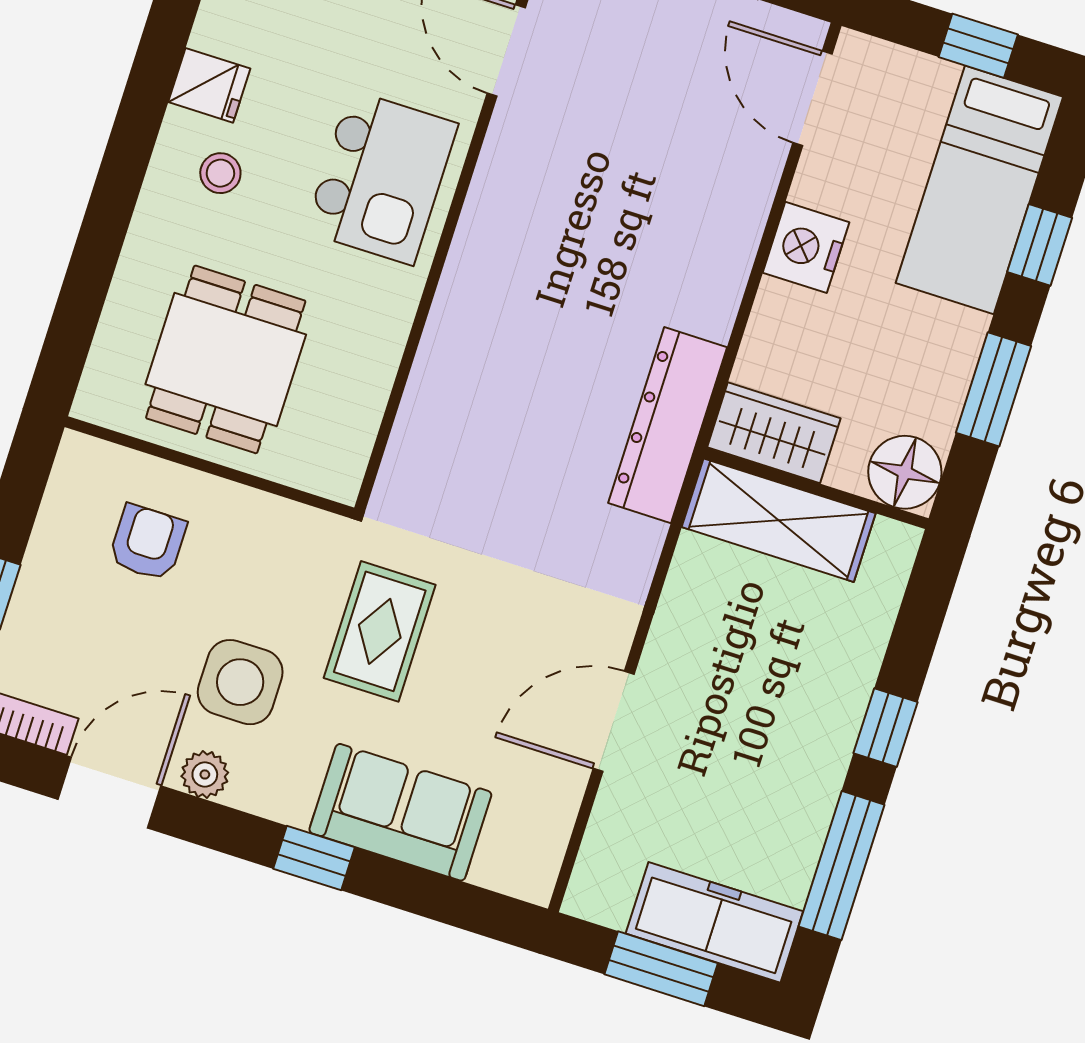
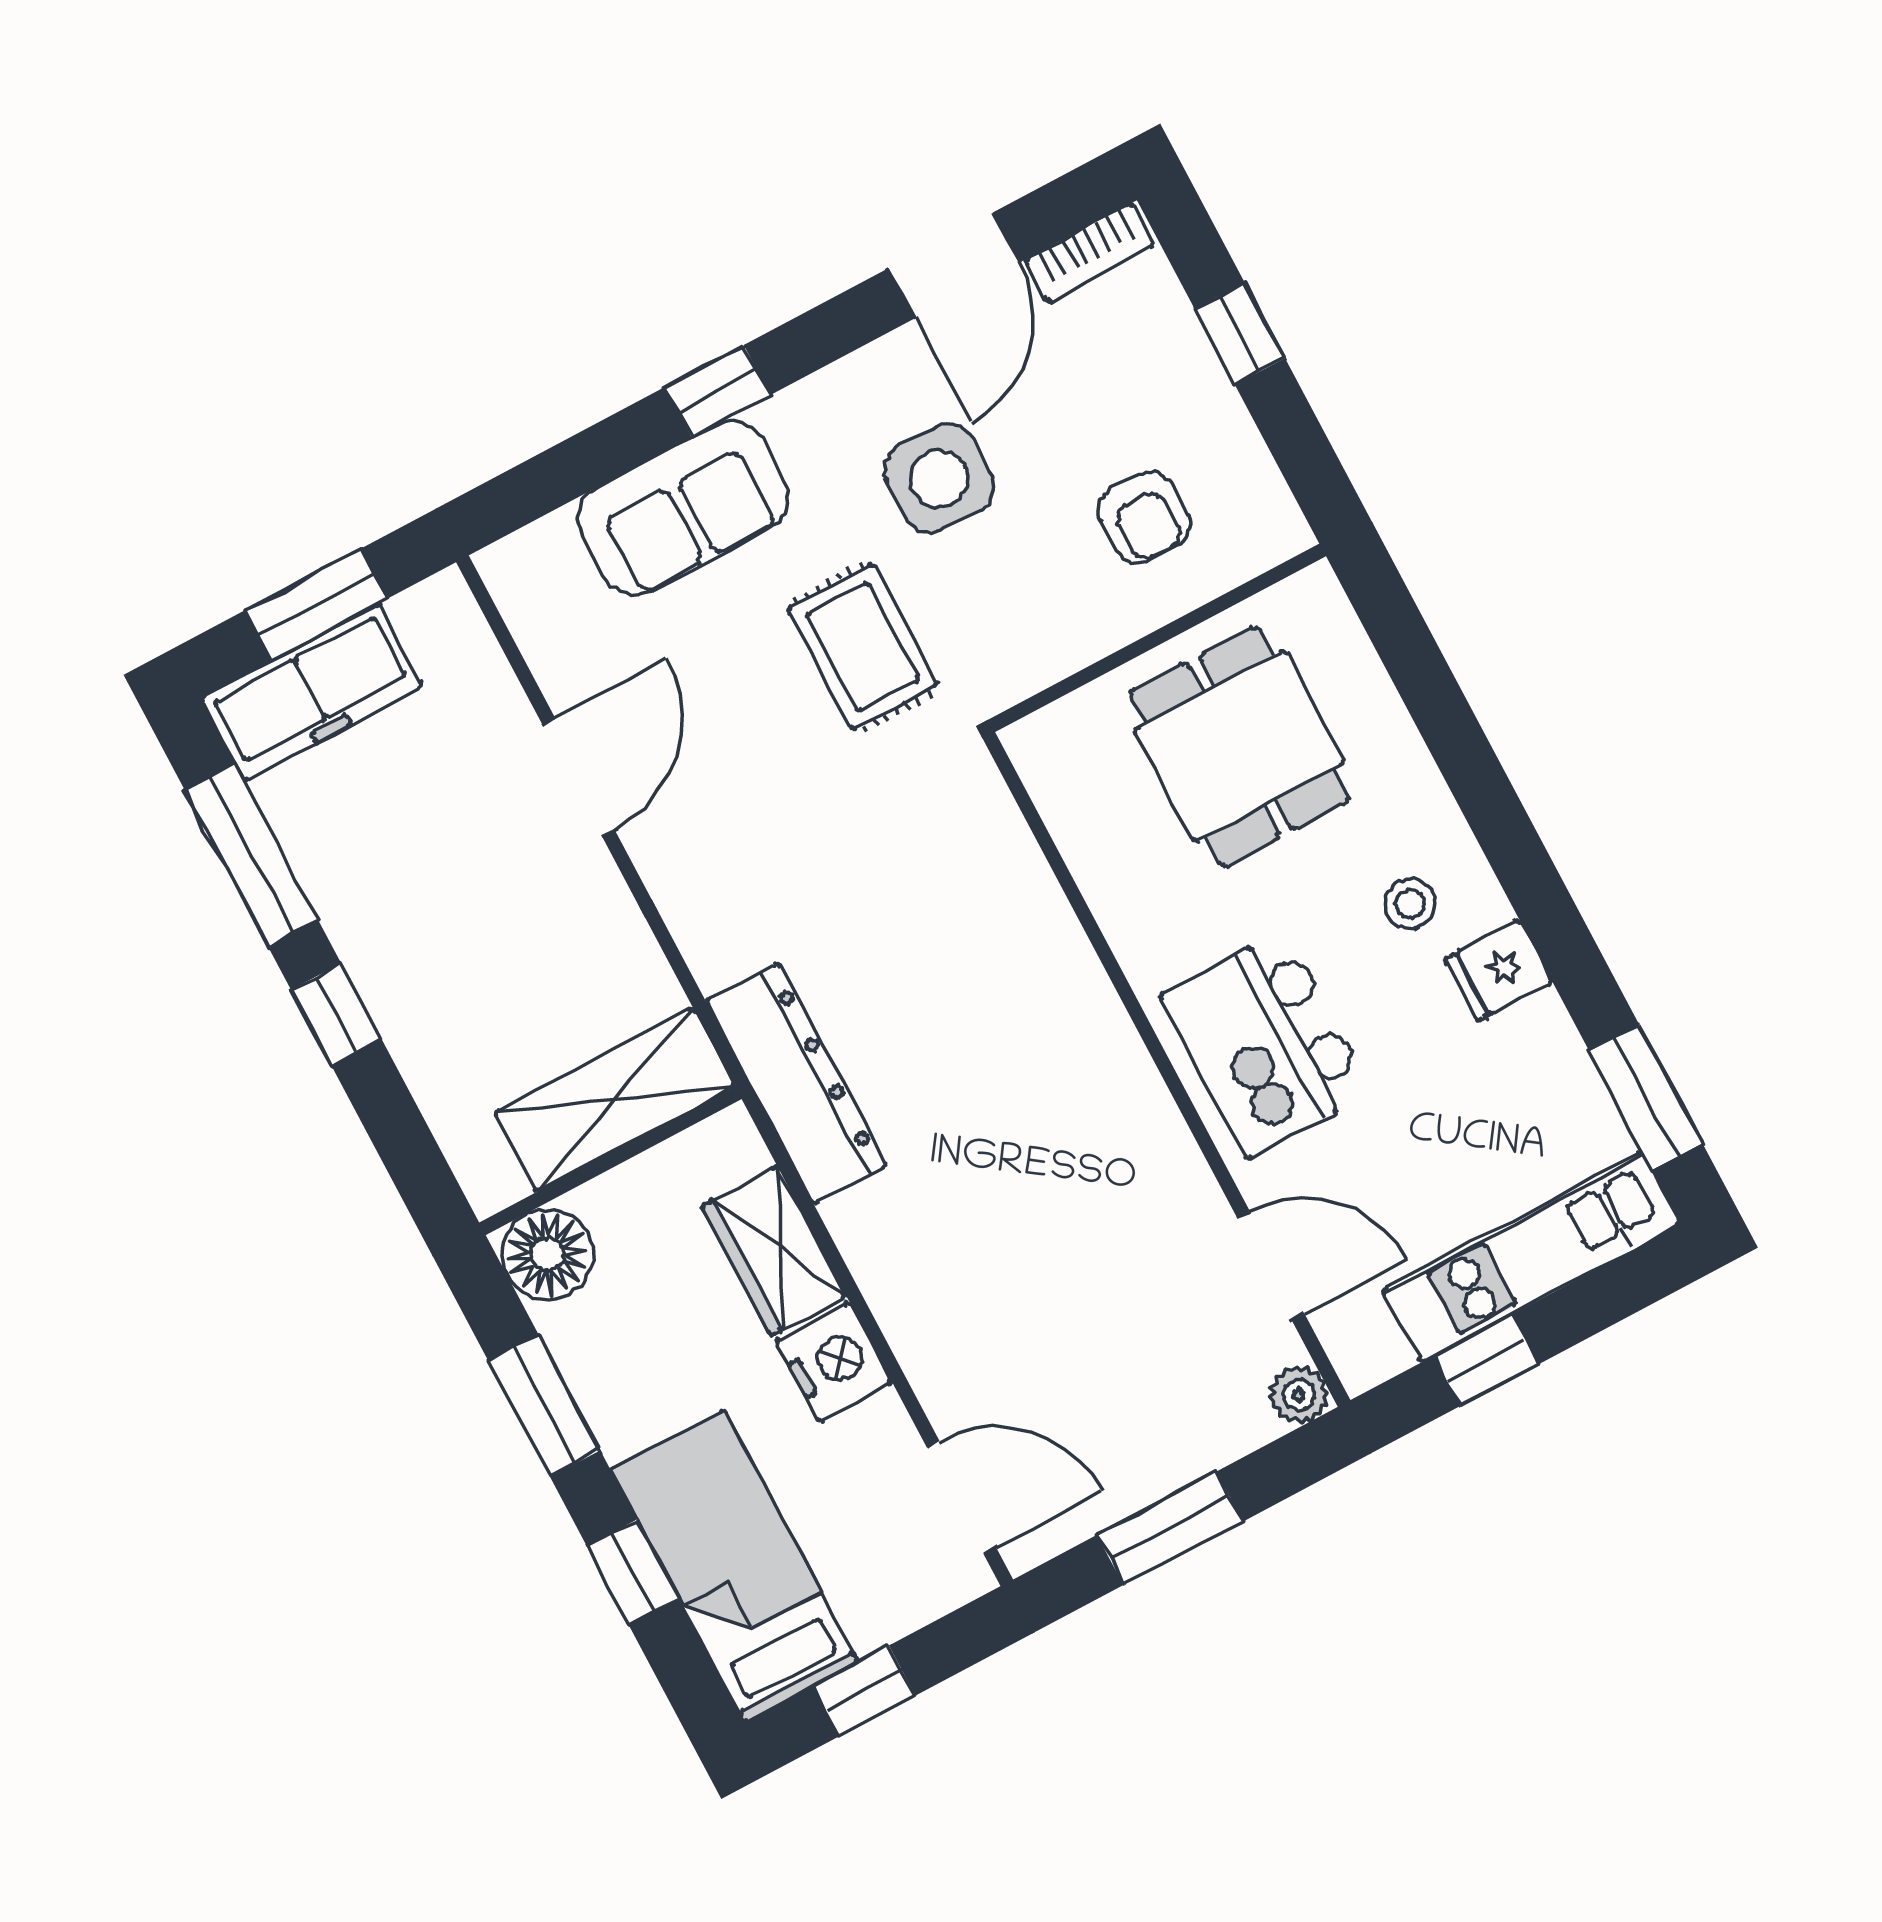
wardrobe: (774, 433) -> (774, 1251), moved, turned 90
plant: (205, 774) -> (887, 366), removed

